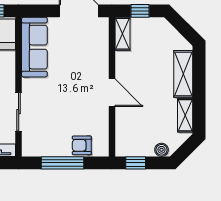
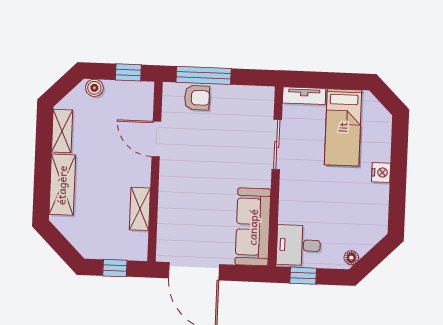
shelving: (123, 34) -> (140, 209), moved
door: (112, 93) -> (156, 139), moved
window: (62, 163) -> (204, 75), moved

